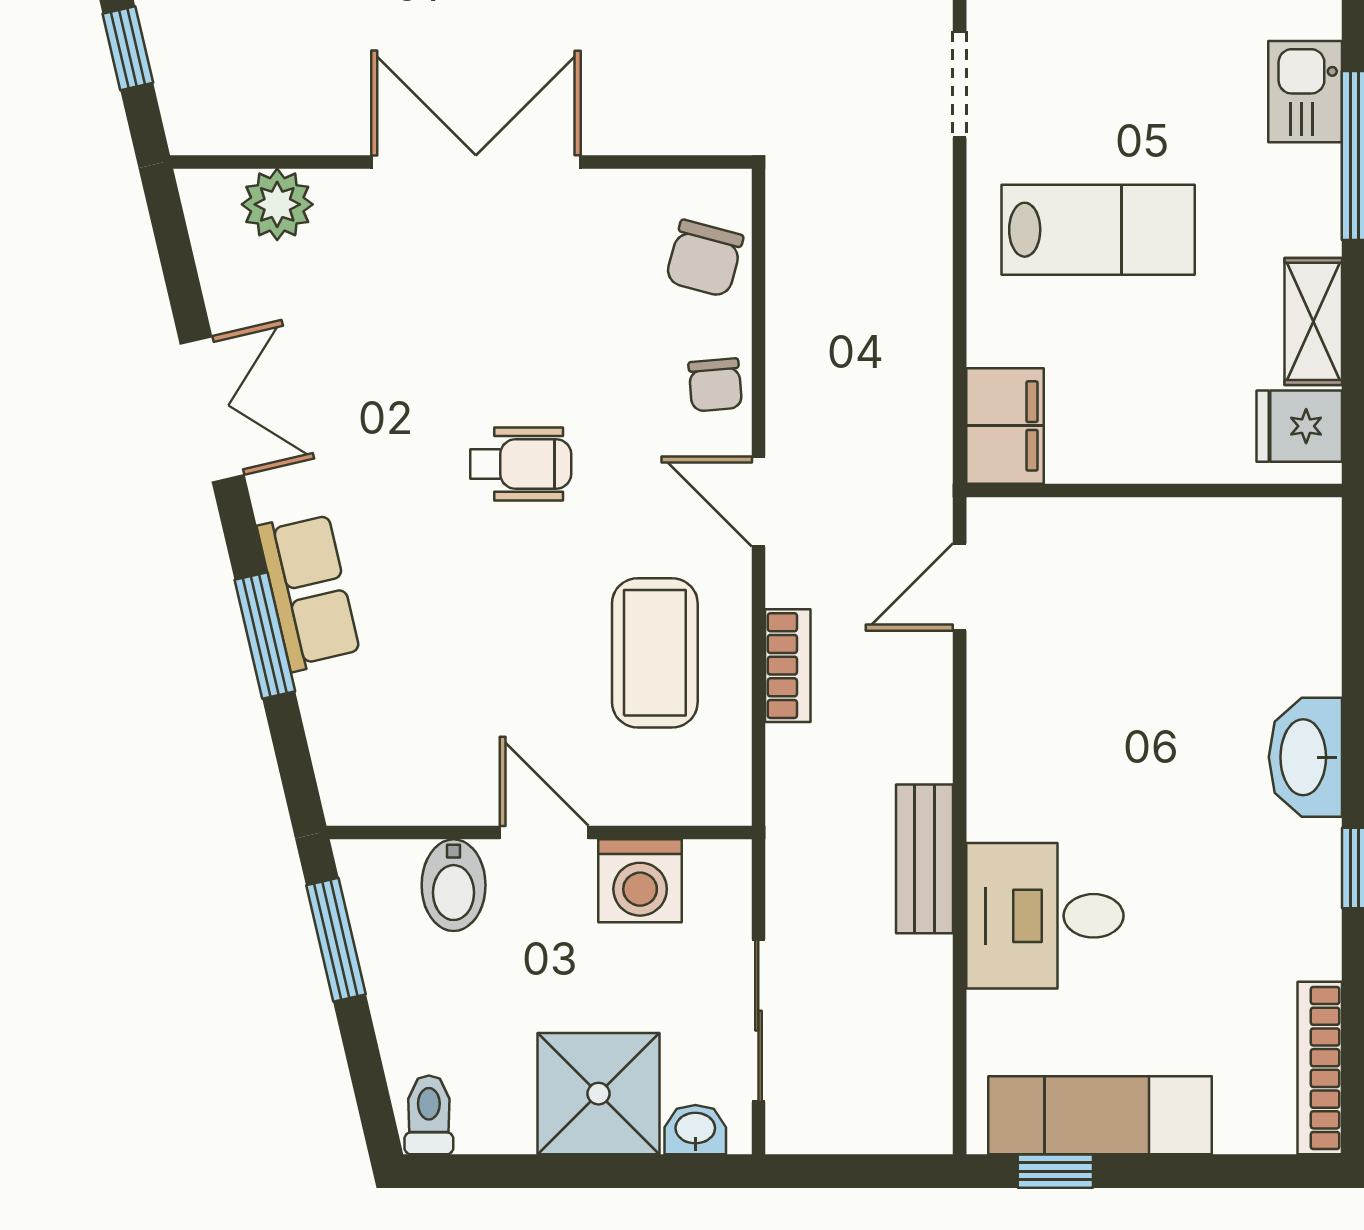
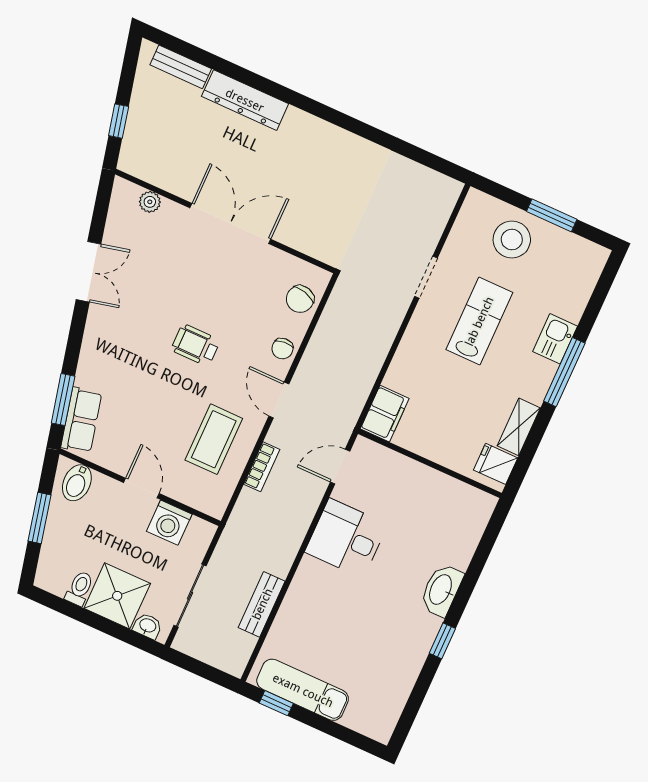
plant: (277, 204) -> (150, 202), width x0.73, depth x0.73
lab bench: (1098, 230) -> (479, 321), moved, turned -90
wheelchair: (521, 464) -> (196, 345), turned 180
row of seats: (309, 591) -> (81, 420), moved
window: (265, 636) -> (63, 400), moved
bench: (924, 859) -> (262, 604), moved
bidet: (454, 885) -> (77, 483), moved
desk: (1045, 916) -> (346, 538), moved
window: (336, 940) -> (39, 518), moved
bookcase: (1320, 1068) -> (394, 710), removed
toilet: (429, 1115) -> (79, 588), moved

